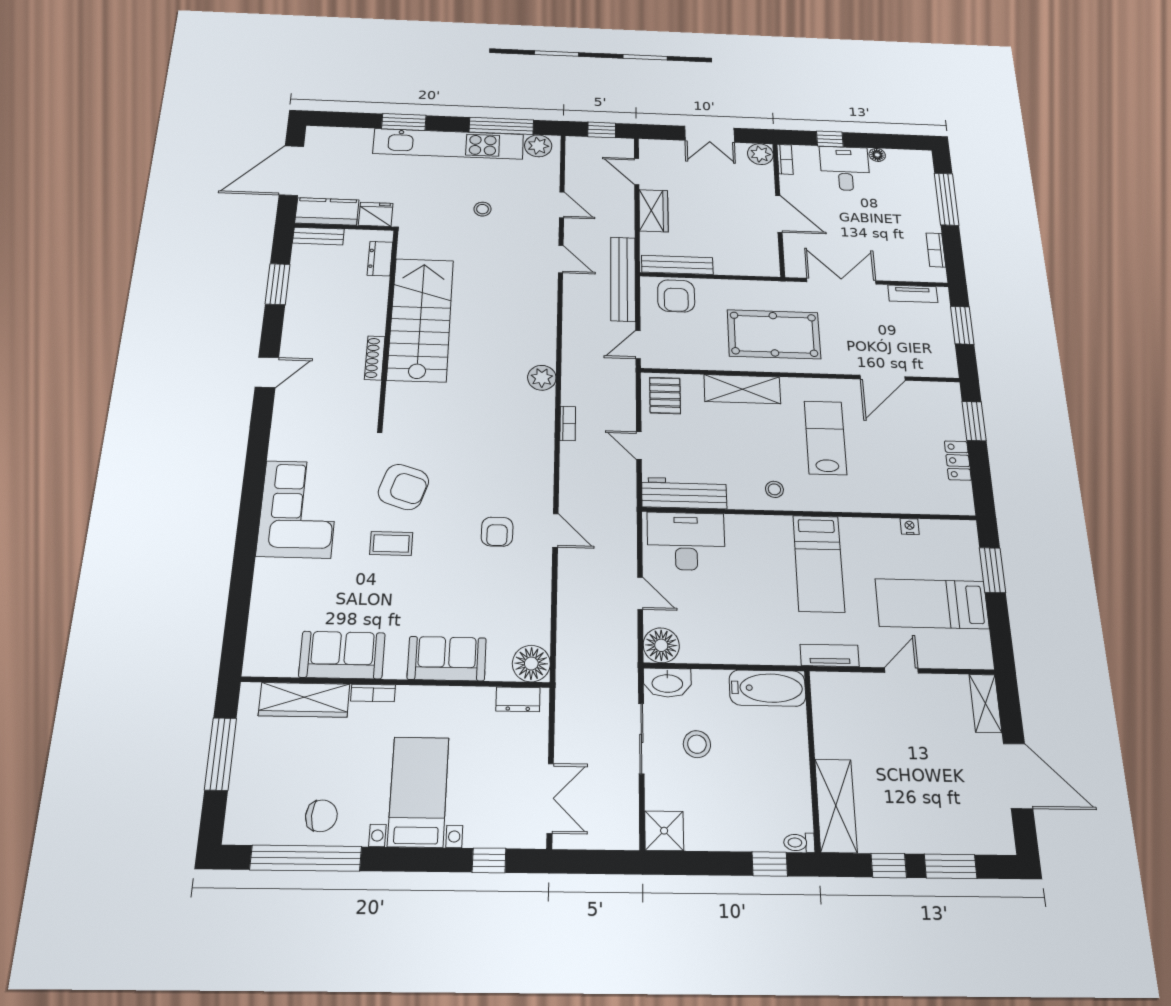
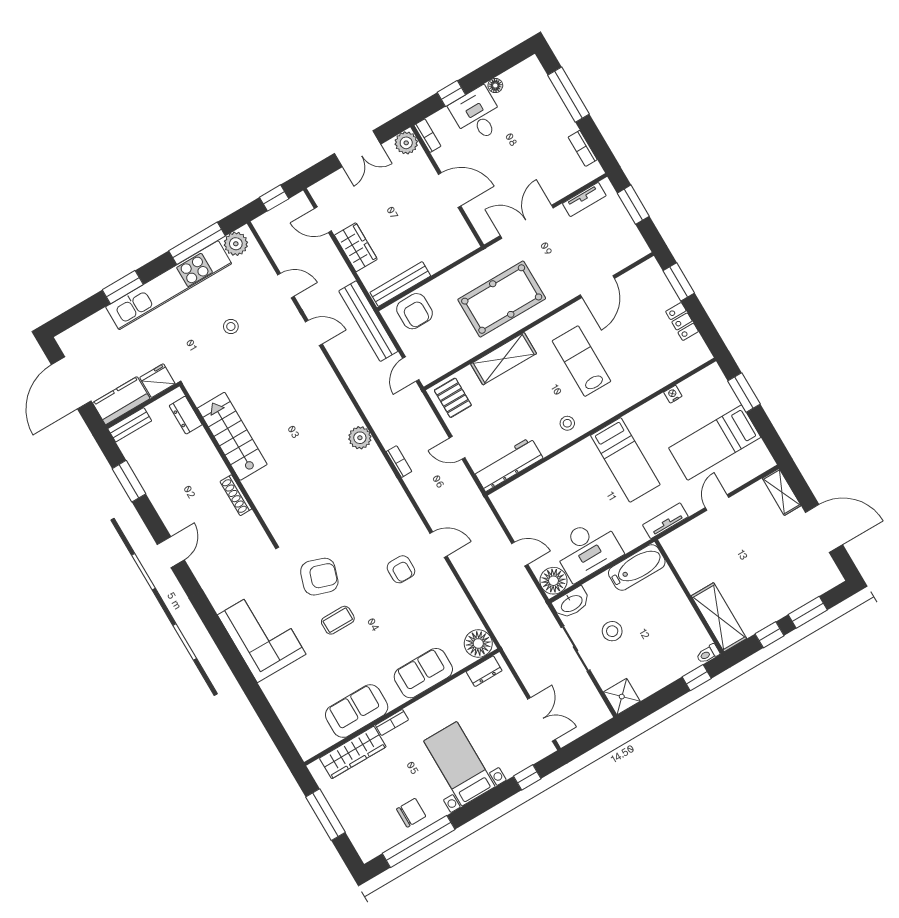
stairs: (421, 319) -> (232, 436), width x0.73, depth x0.66
desk: (686, 541) -> (587, 549), moved, turned 180

